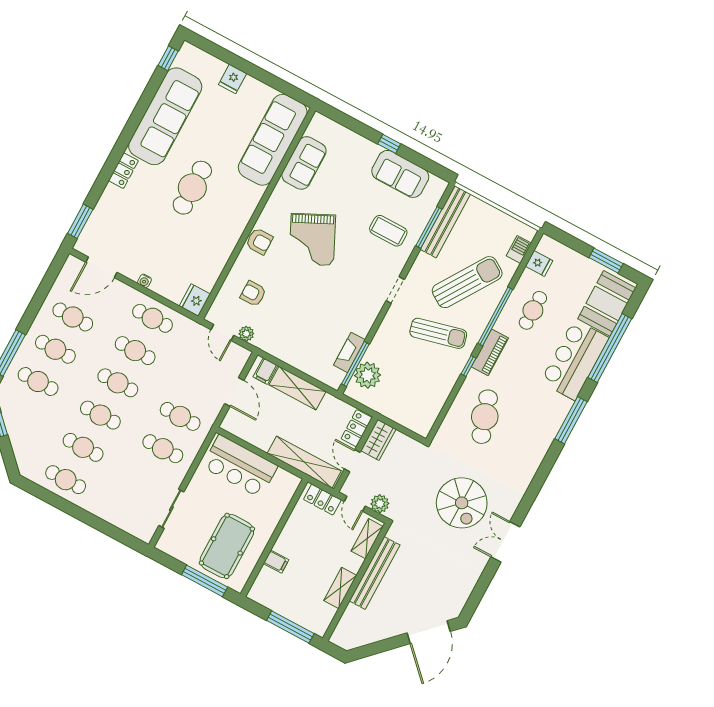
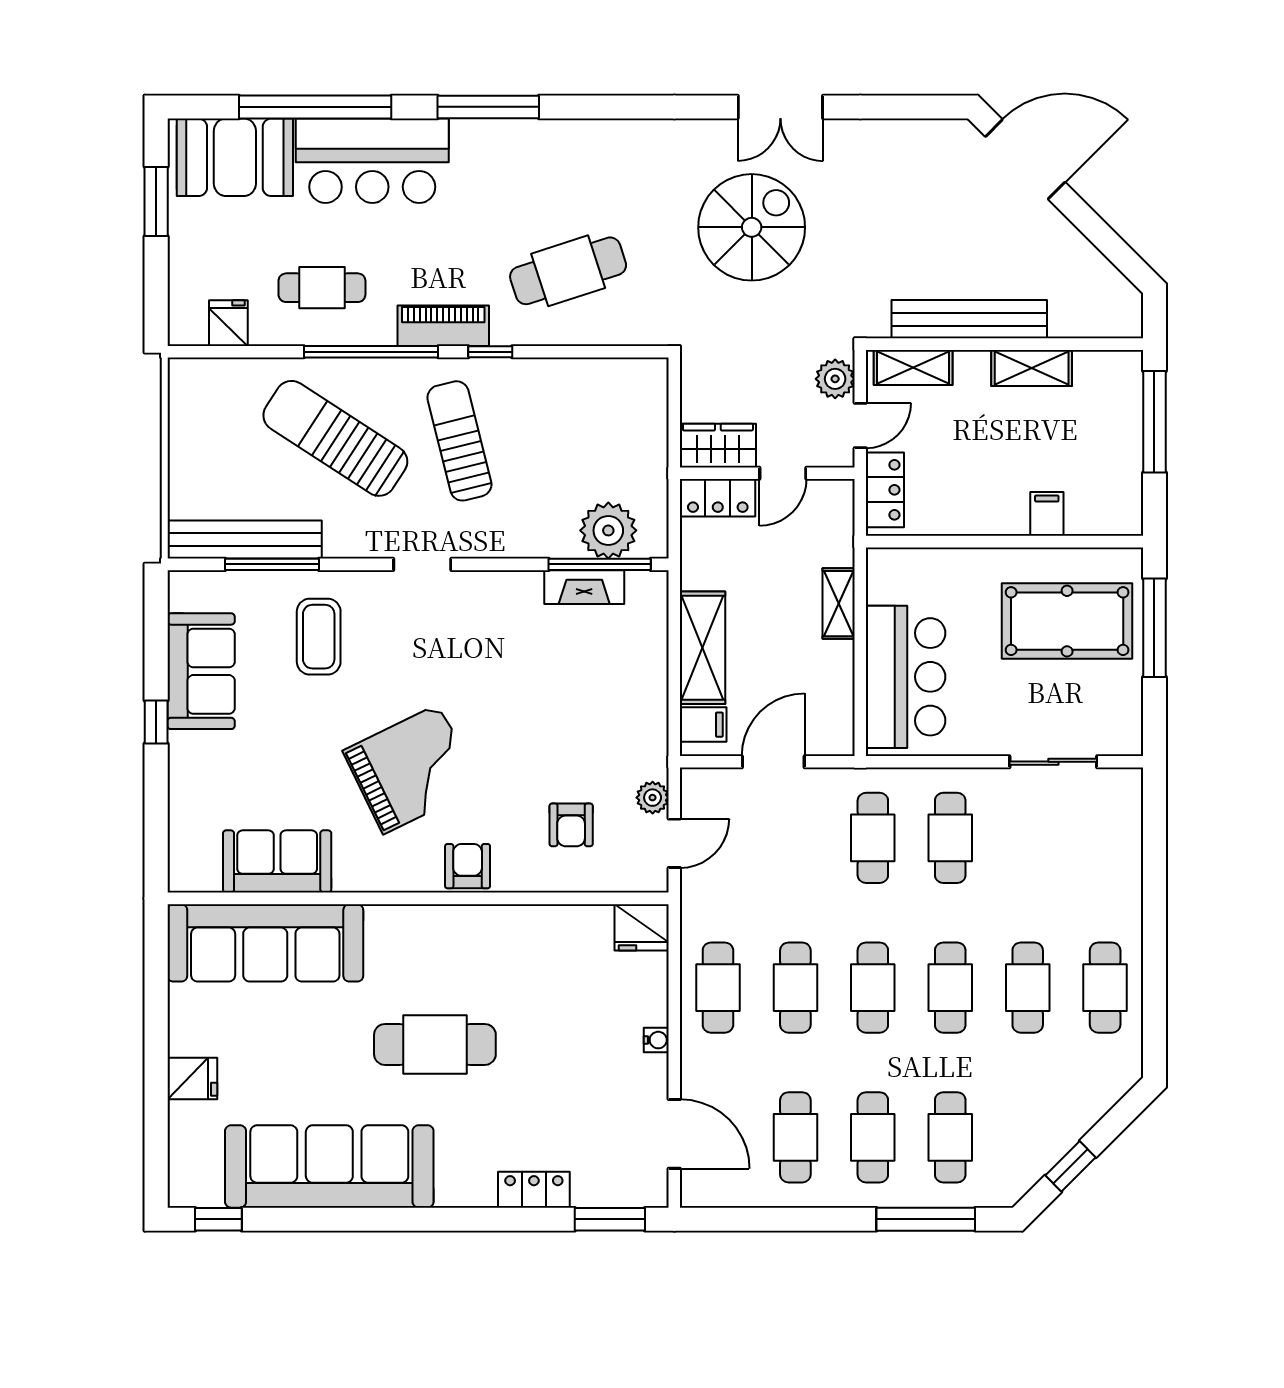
locker: (123, 171) -> (534, 1190), moved
barbecue: (519, 249) -> (223, 375), removed
shelving: (304, 462) -> (839, 604), width x0.45, depth x0.75

